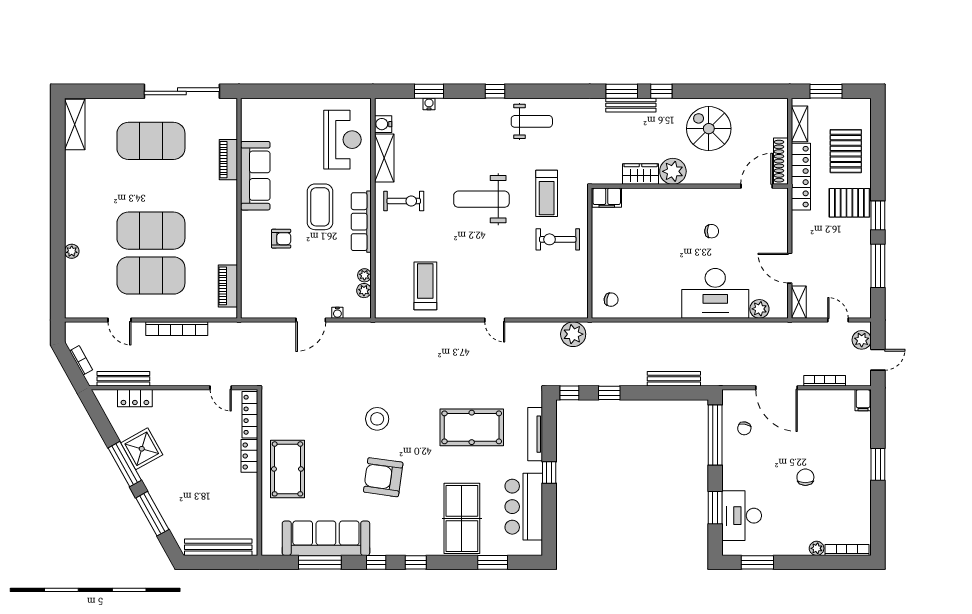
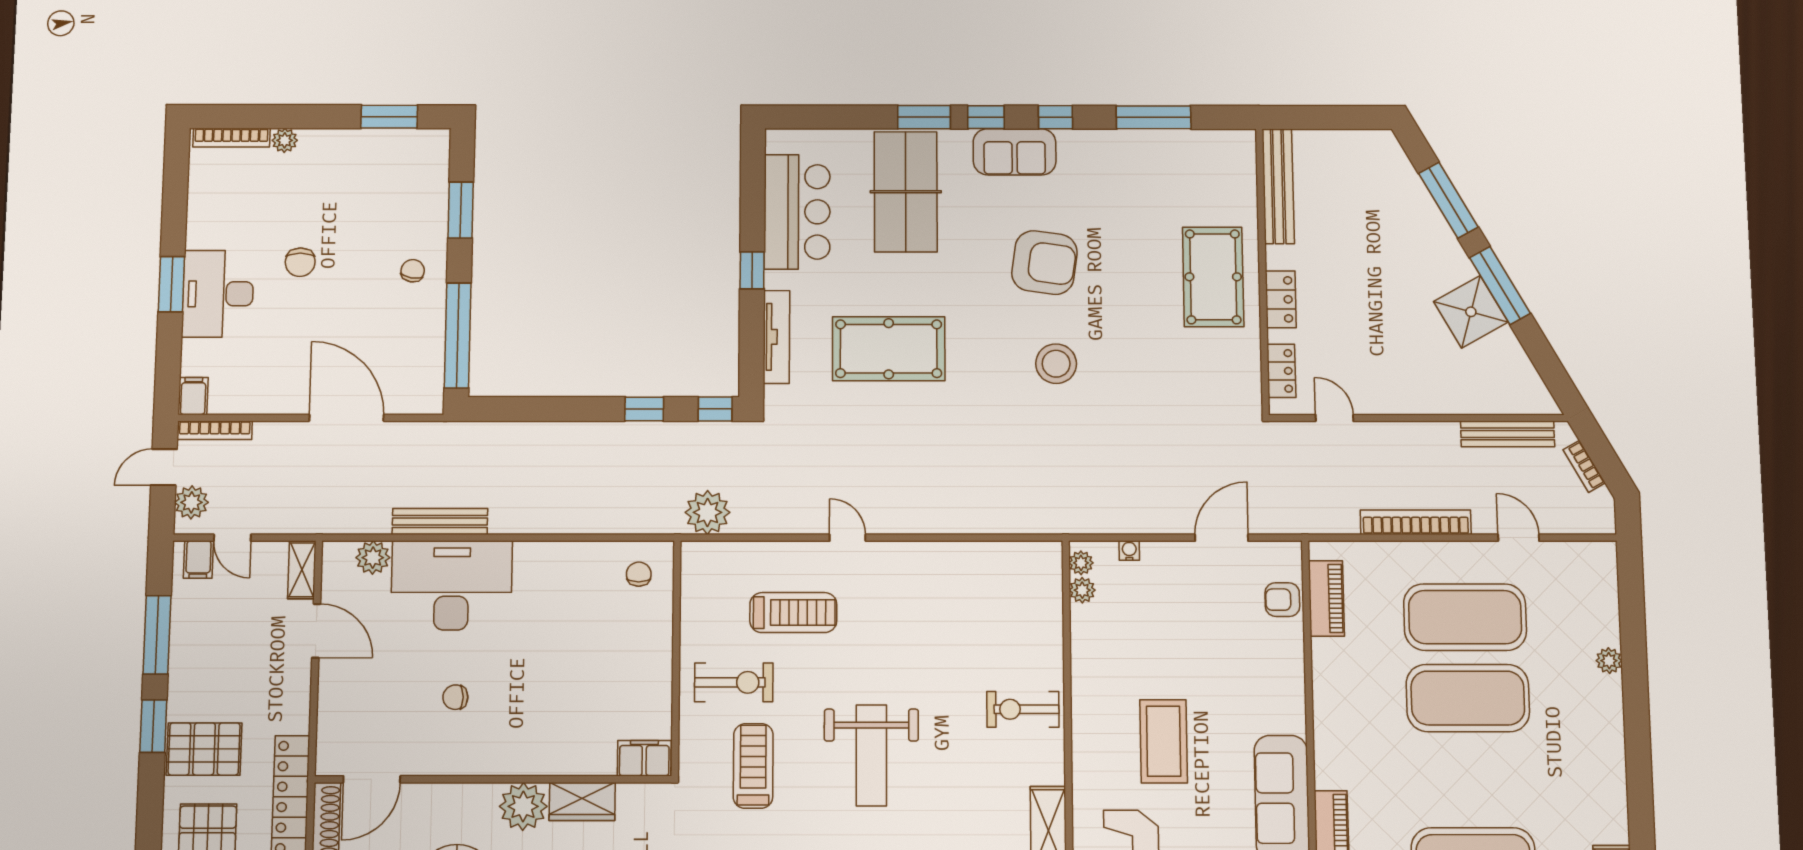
weight bench: (481, 199) -> (871, 755), turned 90
exercise bike: (404, 201) -> (1023, 709), moved
row of seats: (361, 222) -> (1089, 714), removed
armchair: (281, 239) -> (1282, 600), moved
plant: (364, 275) -> (1081, 563), moved
treadmill: (425, 286) -> (793, 613), moved, turned -90
chair: (611, 300) -> (639, 574), turned 80
filing cabinet: (857, 308) -> (198, 560), added
door: (311, 320) -> (1222, 538), moved
bench: (674, 379) -> (440, 521), moved
bookcase: (825, 381) -> (215, 430), moved
locker: (135, 398) -> (1486, 400), removed
locker: (250, 415) -> (1281, 371), width x0.66
chair: (744, 428) -> (413, 271), moved
desk: (742, 516) -> (218, 294), moved, turned 180
sofa: (326, 538) -> (1015, 152), moved, width x0.54, depth x0.79
bench: (218, 547) -> (1278, 186), moved, turned 90
window: (493, 562) -> (924, 117), moved

